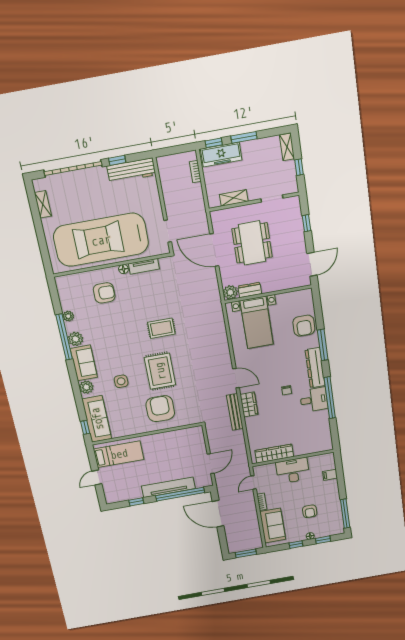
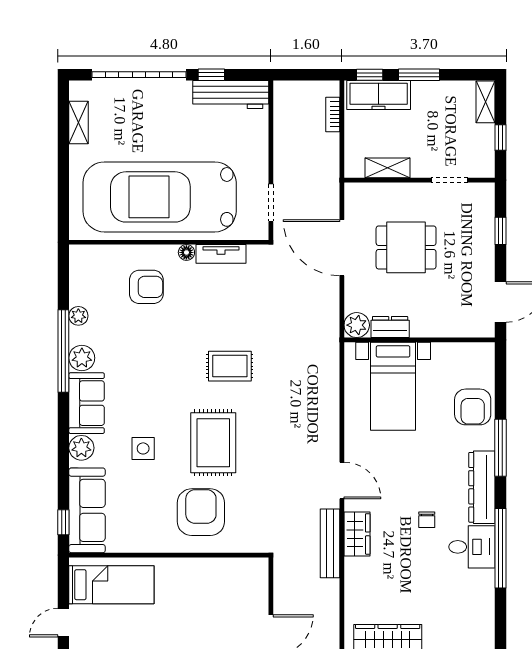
dining table: (252, 243) -> (406, 247), width x0.73

